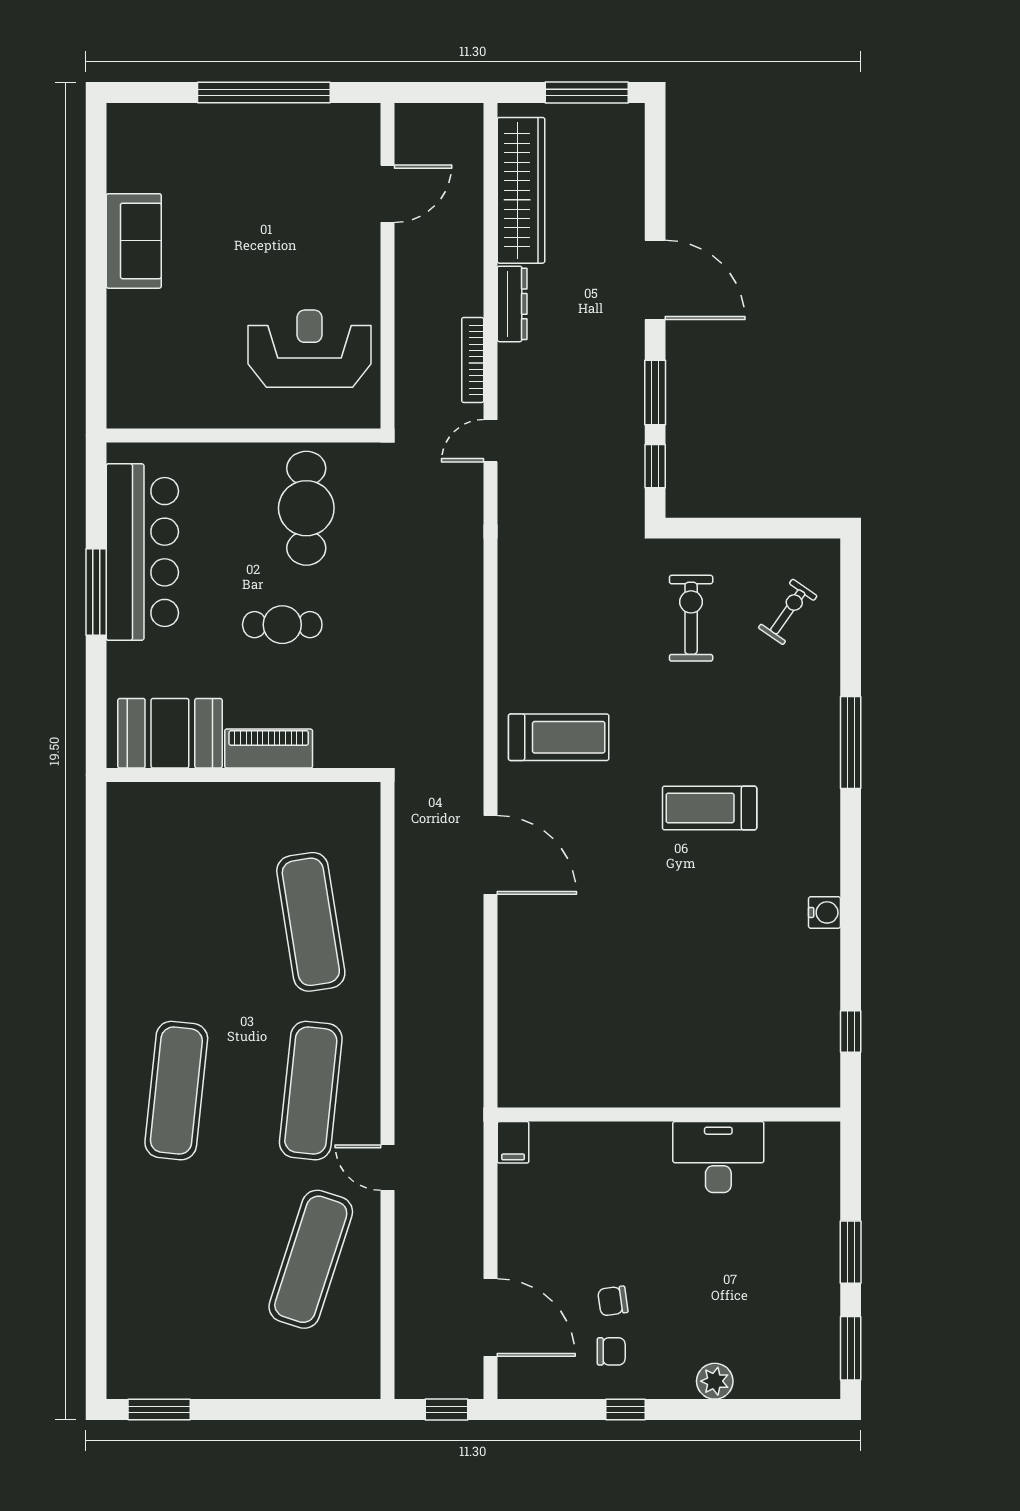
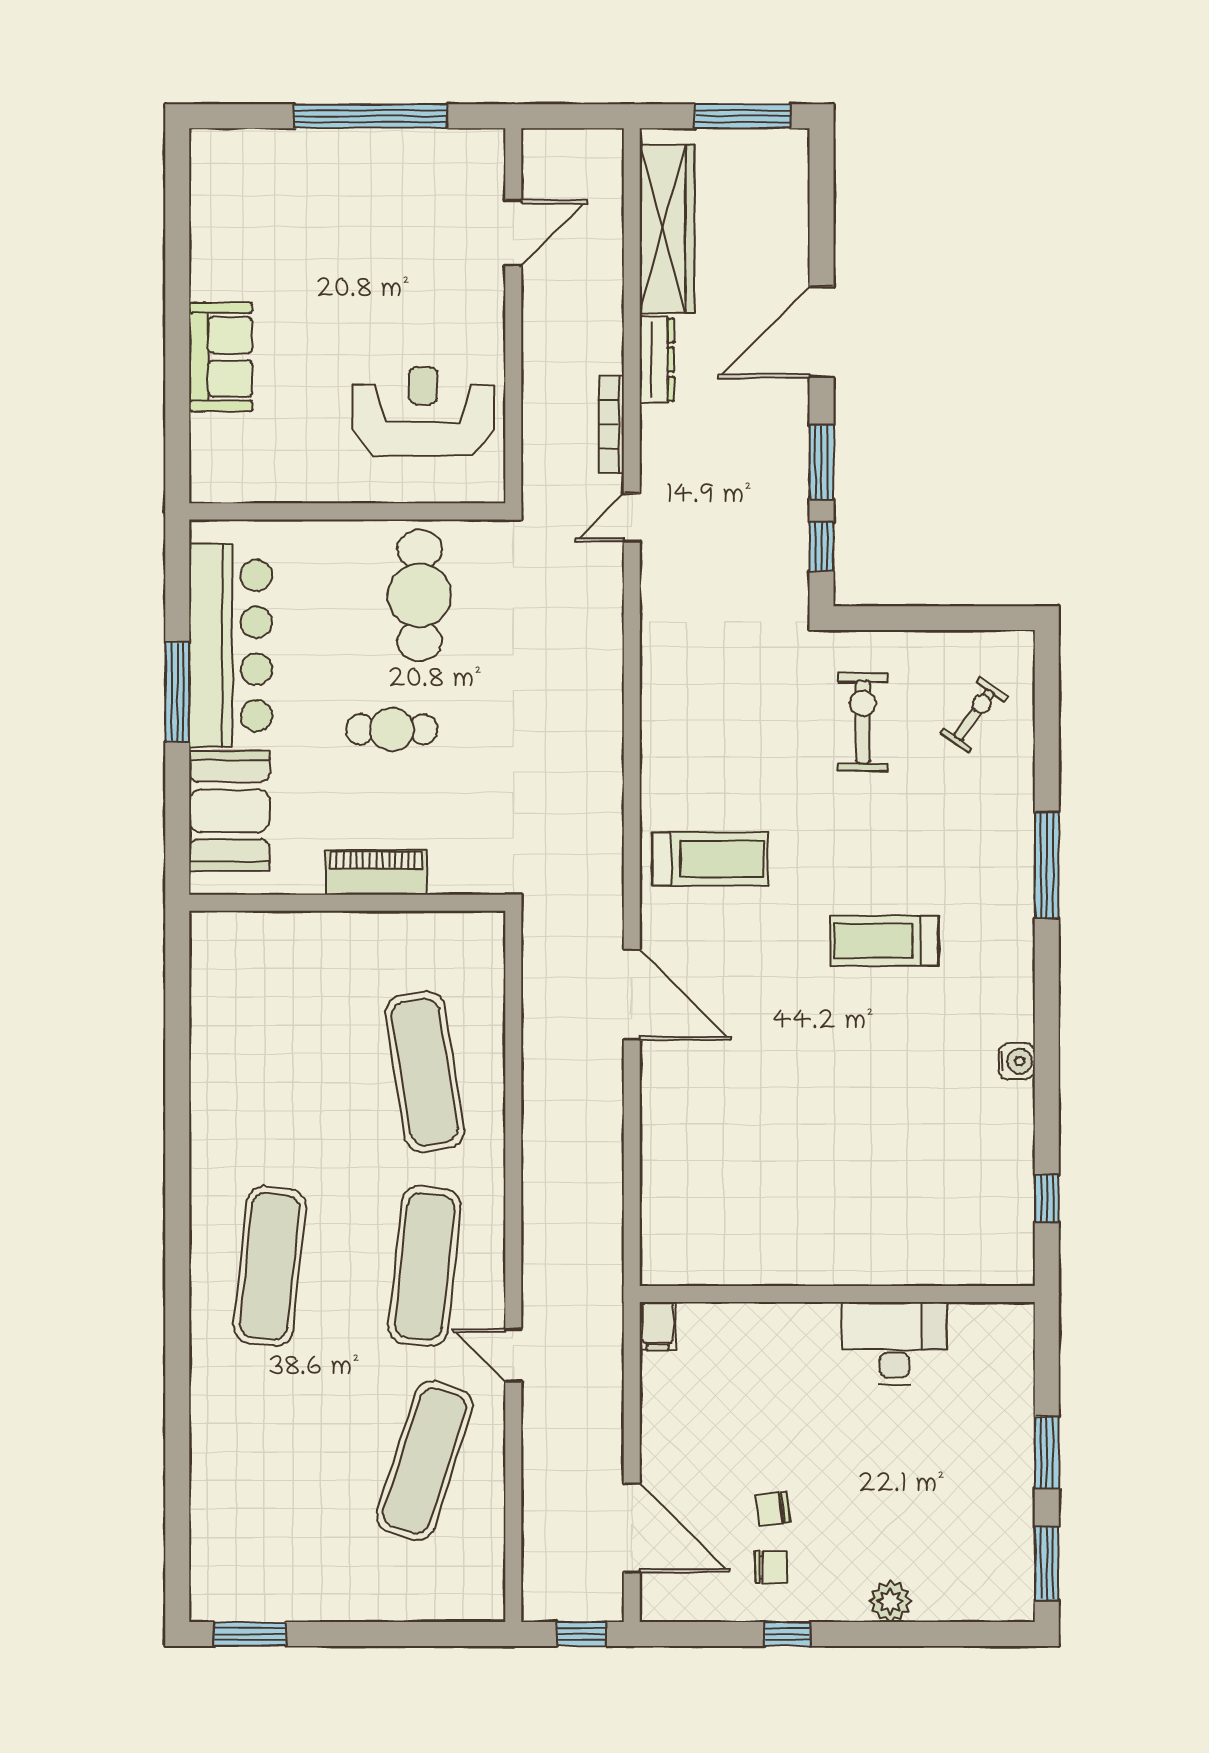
sofa: (134, 241) -> (221, 357), moved
door: (655, 280) -> (822, 332), swing flipped
booth: (170, 733) -> (229, 811), moved, turned 90

